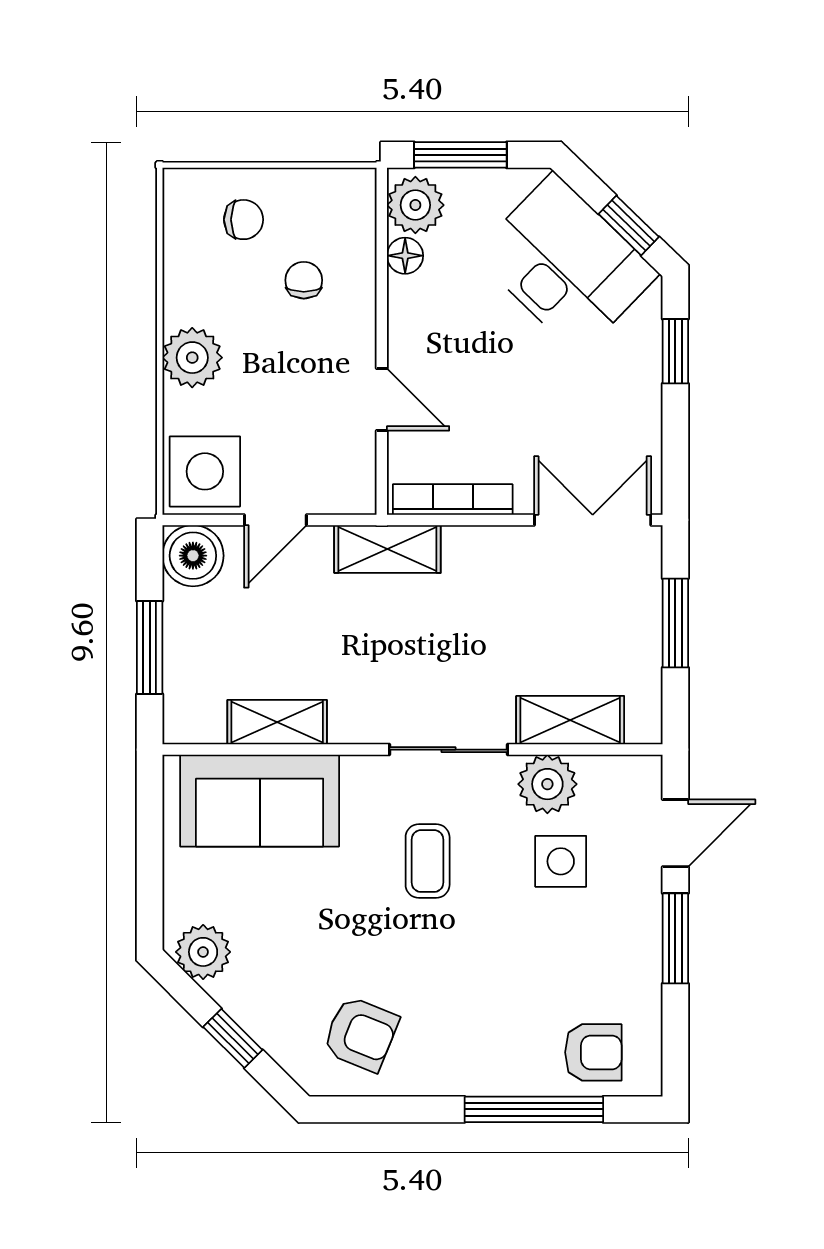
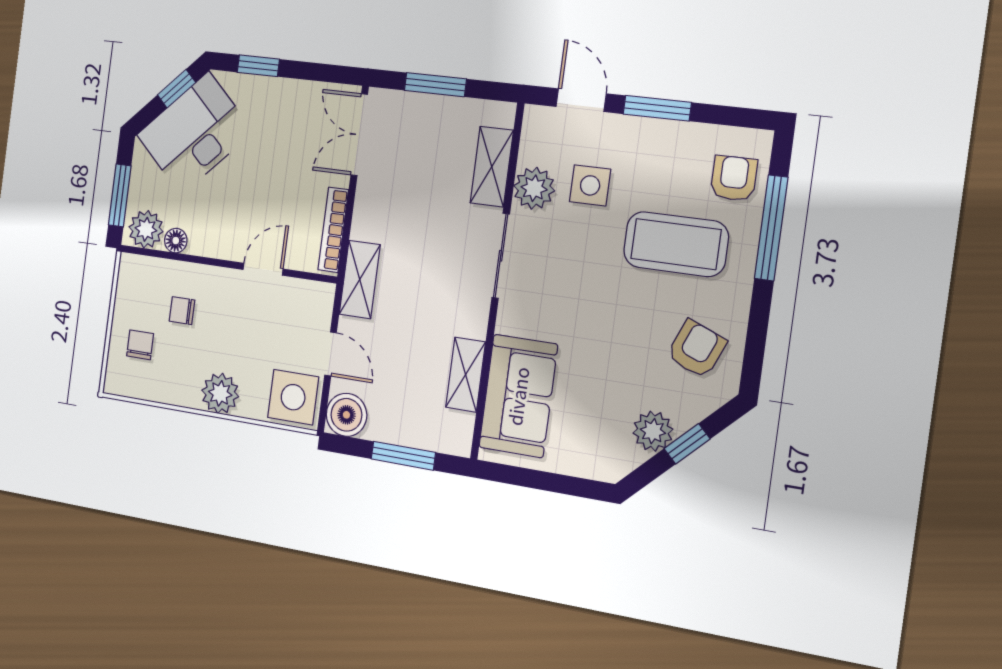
coffee table: (428, 861) -> (676, 244), moved, width x1.86, depth x1.72
plant: (203, 952) -> (653, 431), moved

